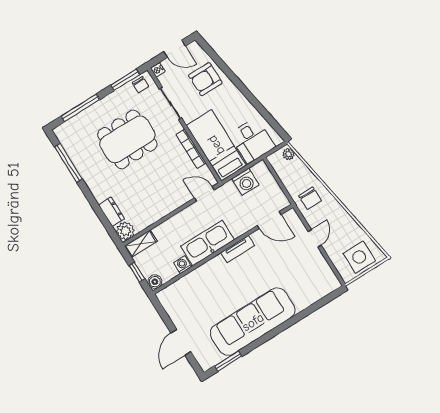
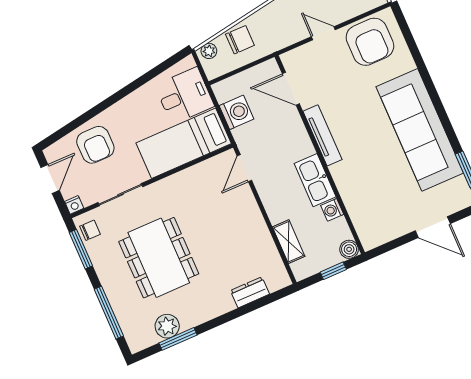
bookcase: (191, 149) -> (183, 177), removed
window: (68, 163) -> (178, 339), width x0.69
chair: (310, 198) -> (240, 40), moved
door: (269, 220) -> (291, 89), swing flipped
plant: (125, 231) -> (167, 326), moved
kitchen sink: (207, 243) -> (315, 180), width x0.73, depth x0.81
shelving: (141, 244) -> (289, 242), moved
tv unit: (238, 249) -> (322, 135), width x1.41
armchair: (313, 274) -> (370, 42), added

